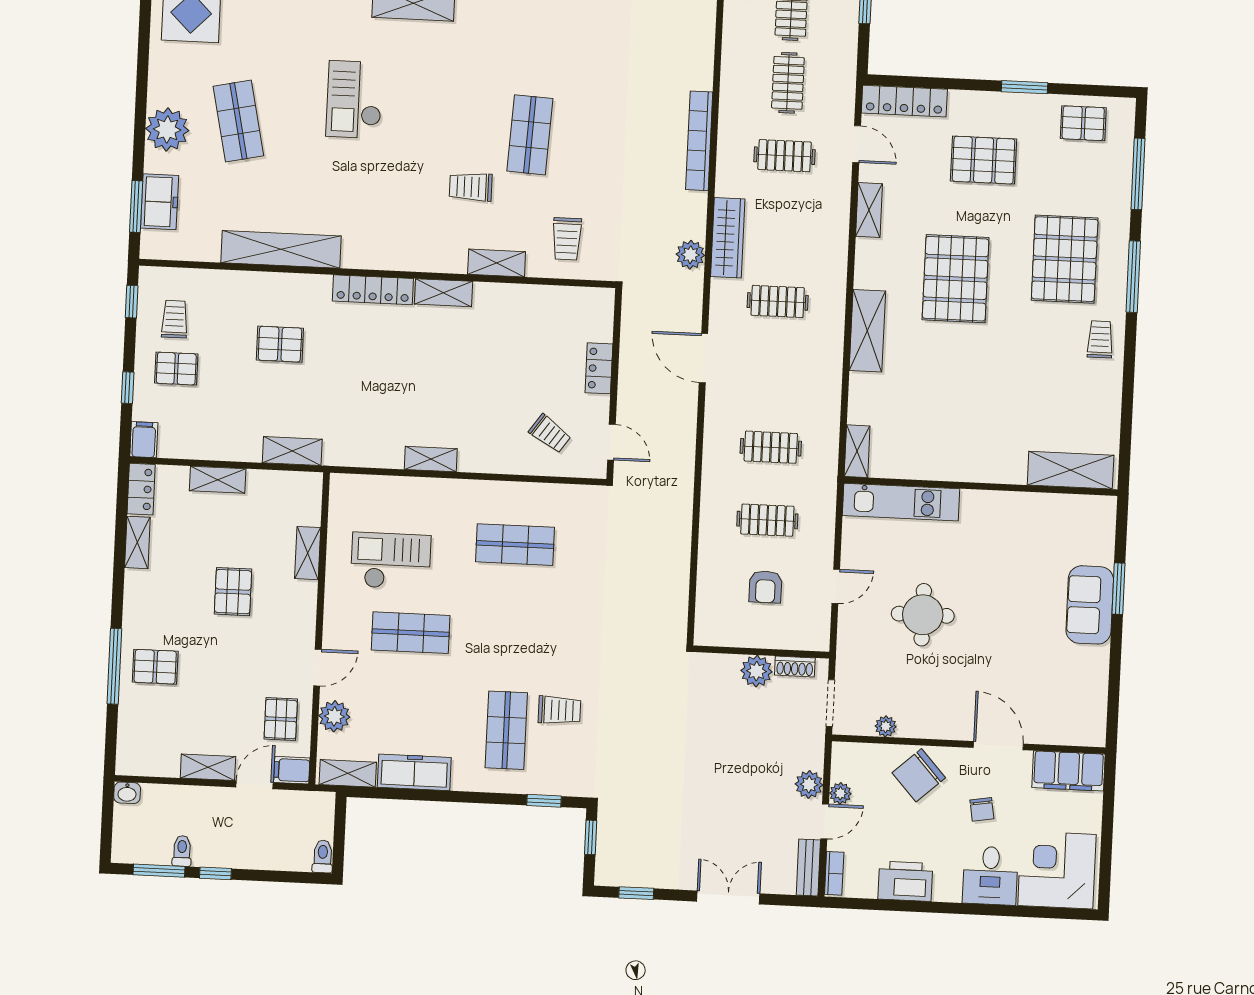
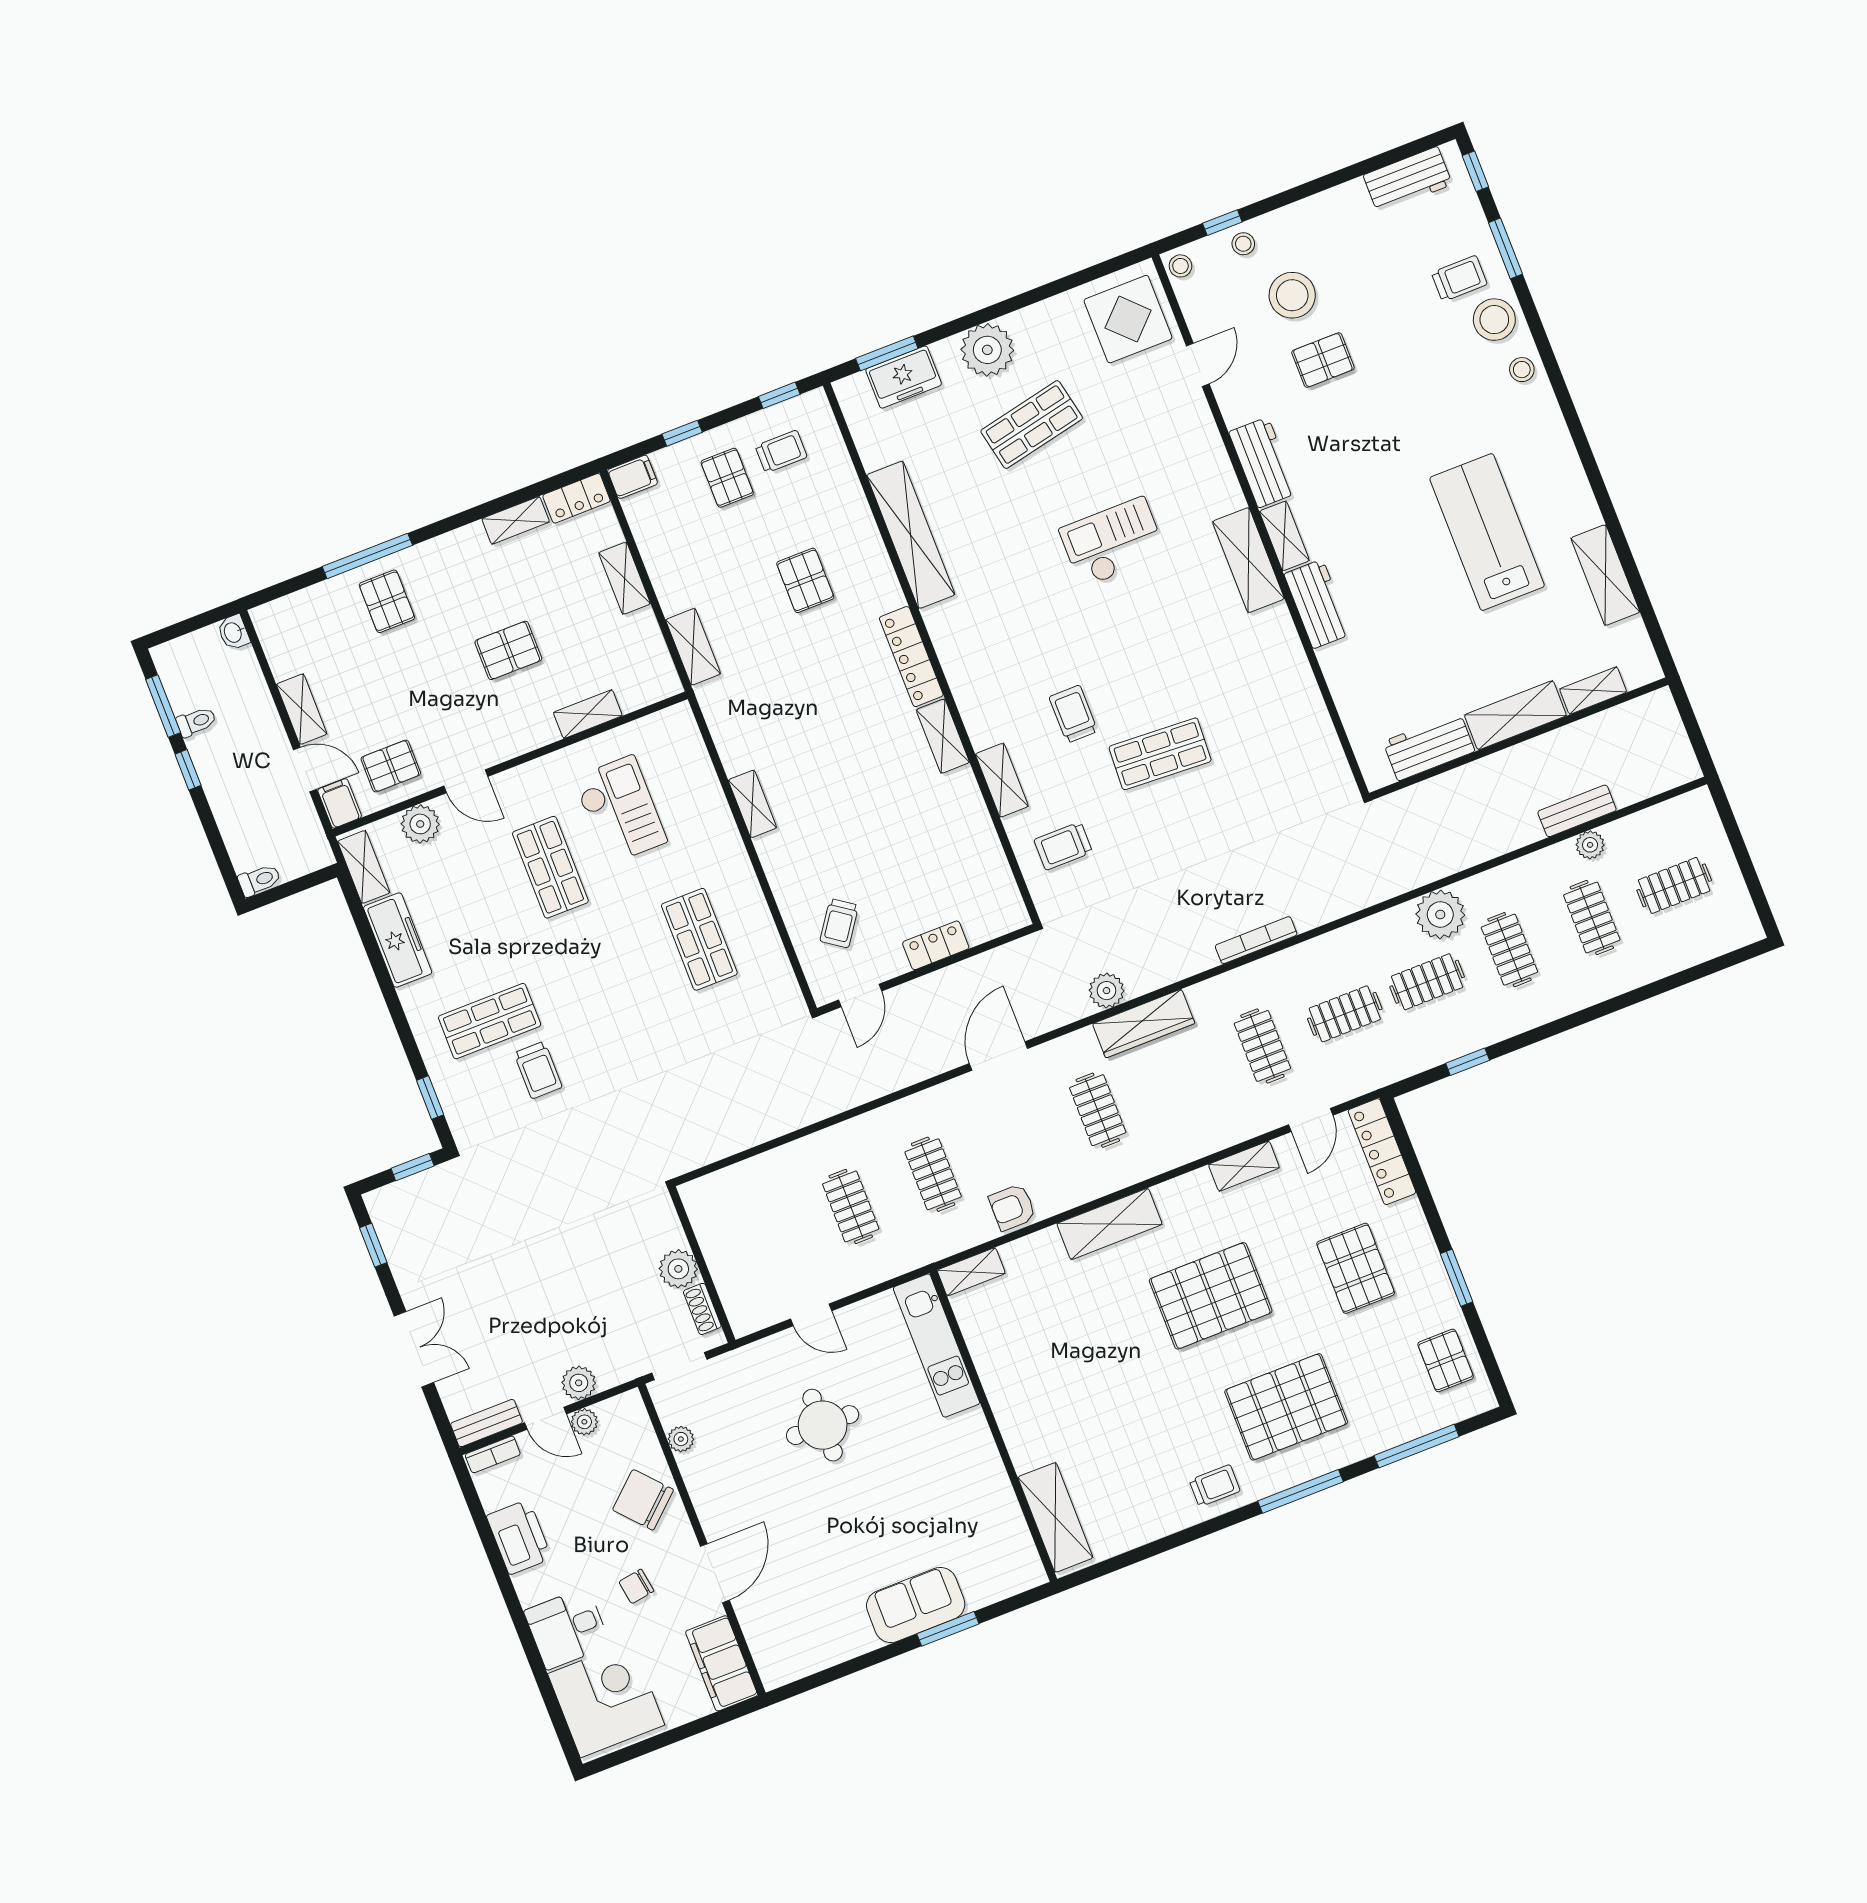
bookcase: (699, 141) -> (1256, 940), width x0.68, depth x0.76
armchair: (765, 587) -> (1012, 1207), moved

